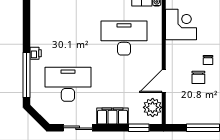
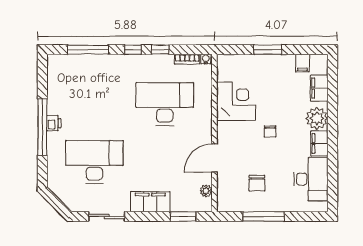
corner desk: (181, 25) -> (236, 101), moved
window: (26, 75) -> (42, 127), moved
chair: (198, 77) -> (257, 183), moved
plant: (153, 107) -> (206, 191), width x0.53, depth x0.53

